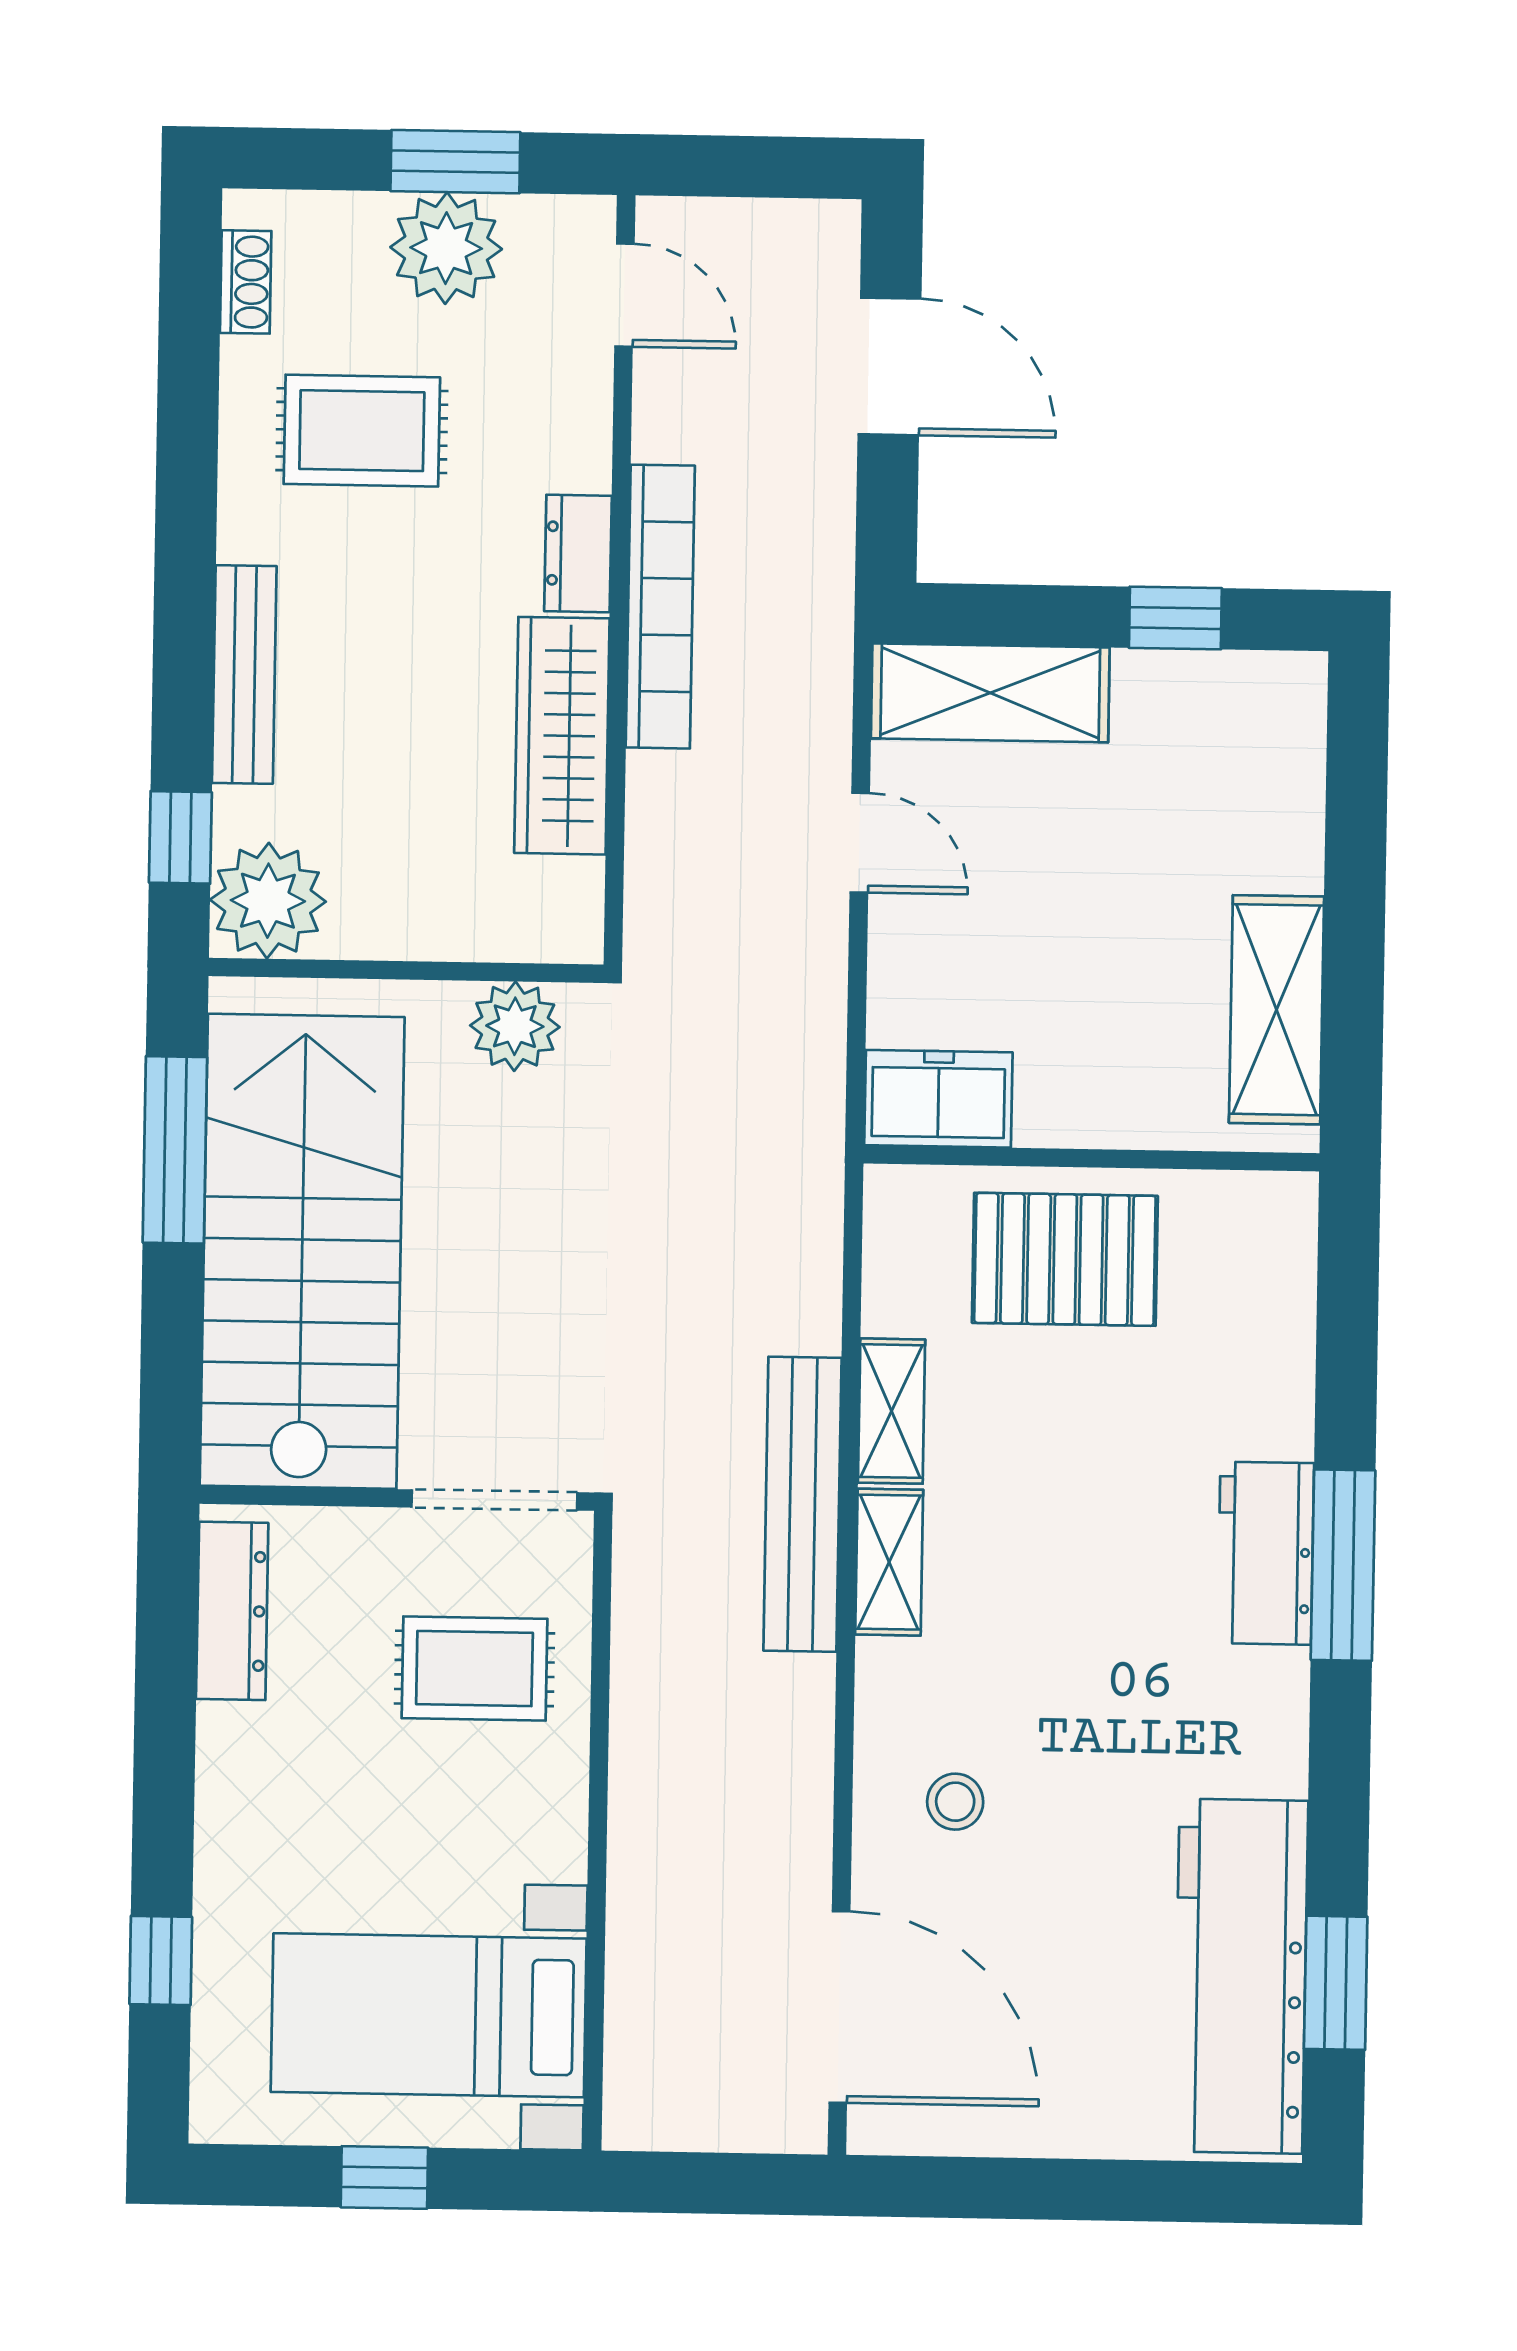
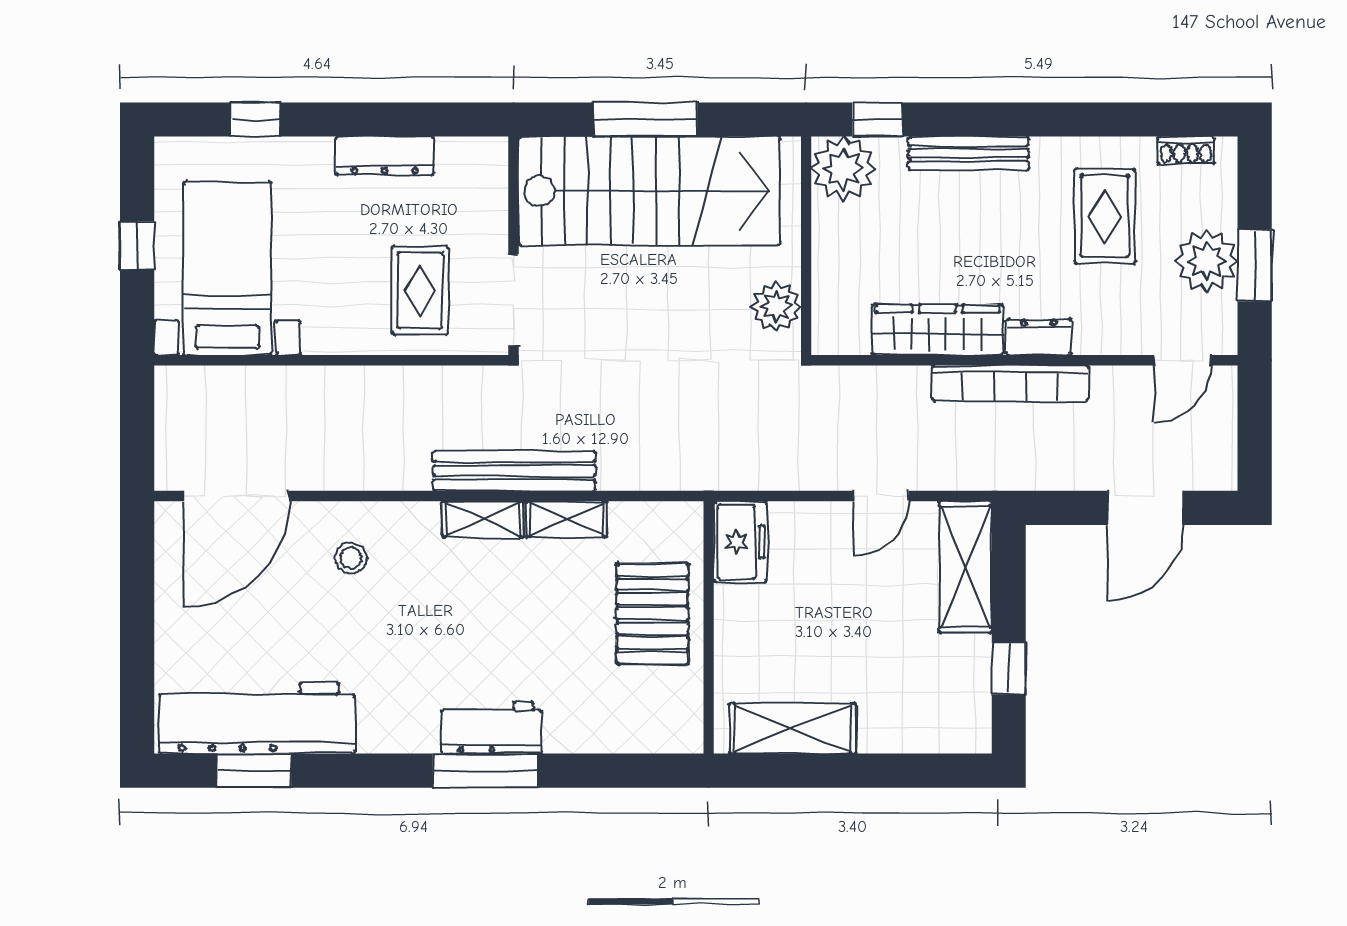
window: (175, 1150) -> (646, 119), moved
dresser: (232, 1611) -> (385, 156), moved

